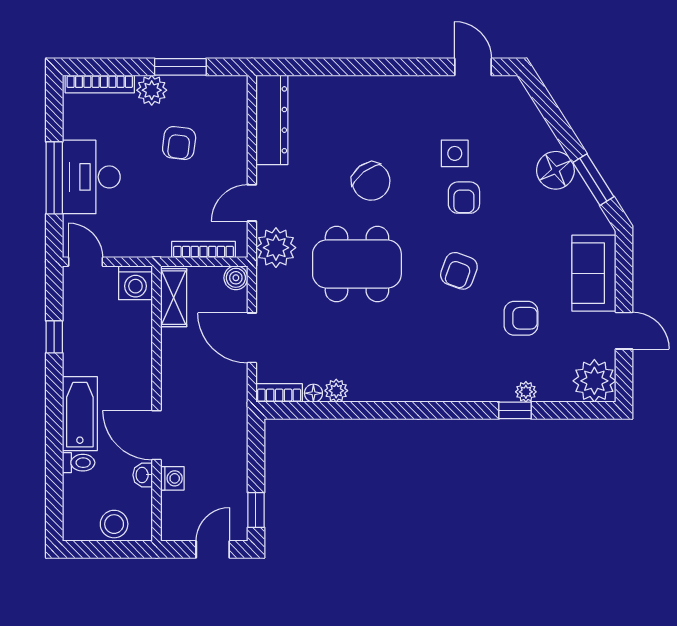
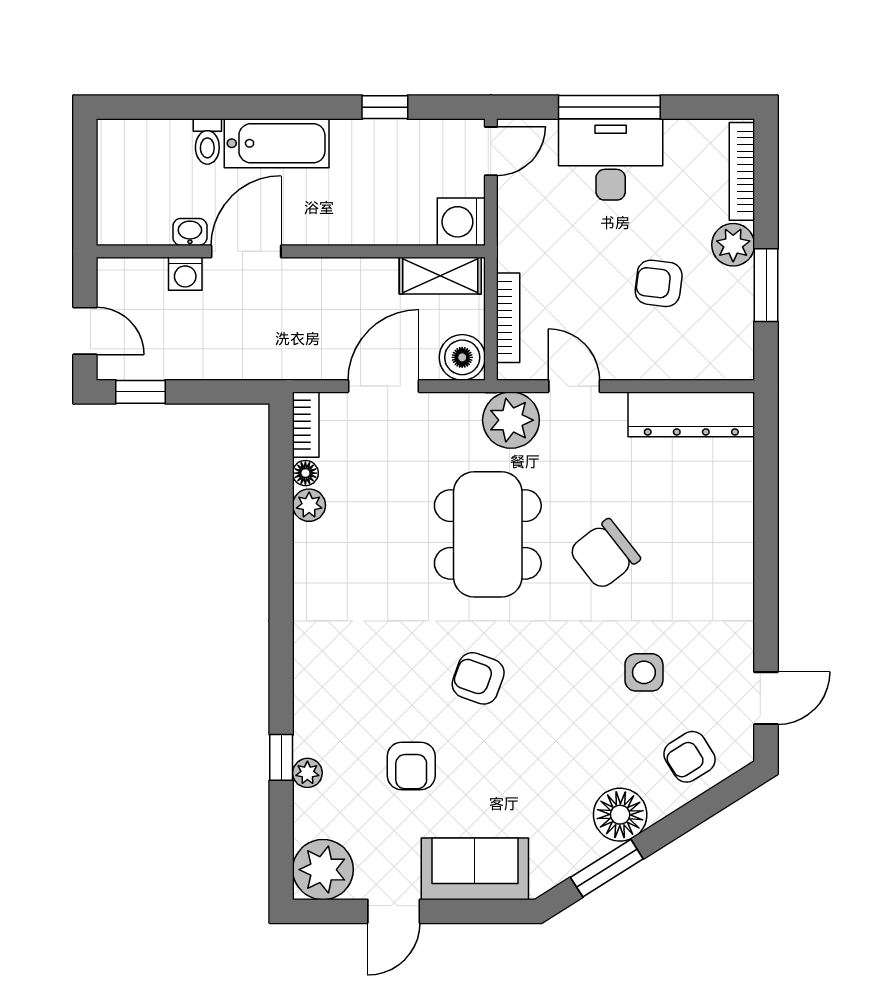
armchair: (464, 198) -> (689, 757), moved, turned -32
boiler: (236, 278) -> (462, 357), width x1.36, depth x1.36
stool: (114, 524) -> (121, 192), removed

